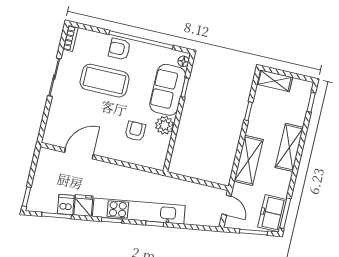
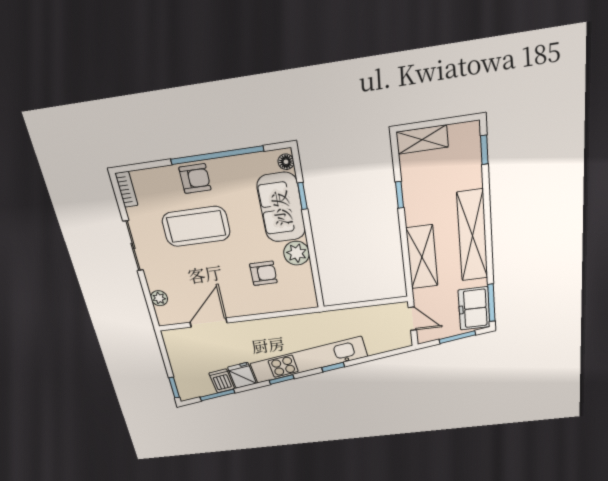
armchair: (119, 49) -> (195, 179), turned 180
plant: (52, 122) -> (159, 298), added
armchair: (135, 131) -> (263, 273), turned 90
shelving: (289, 147) -> (472, 236), width x1.47

